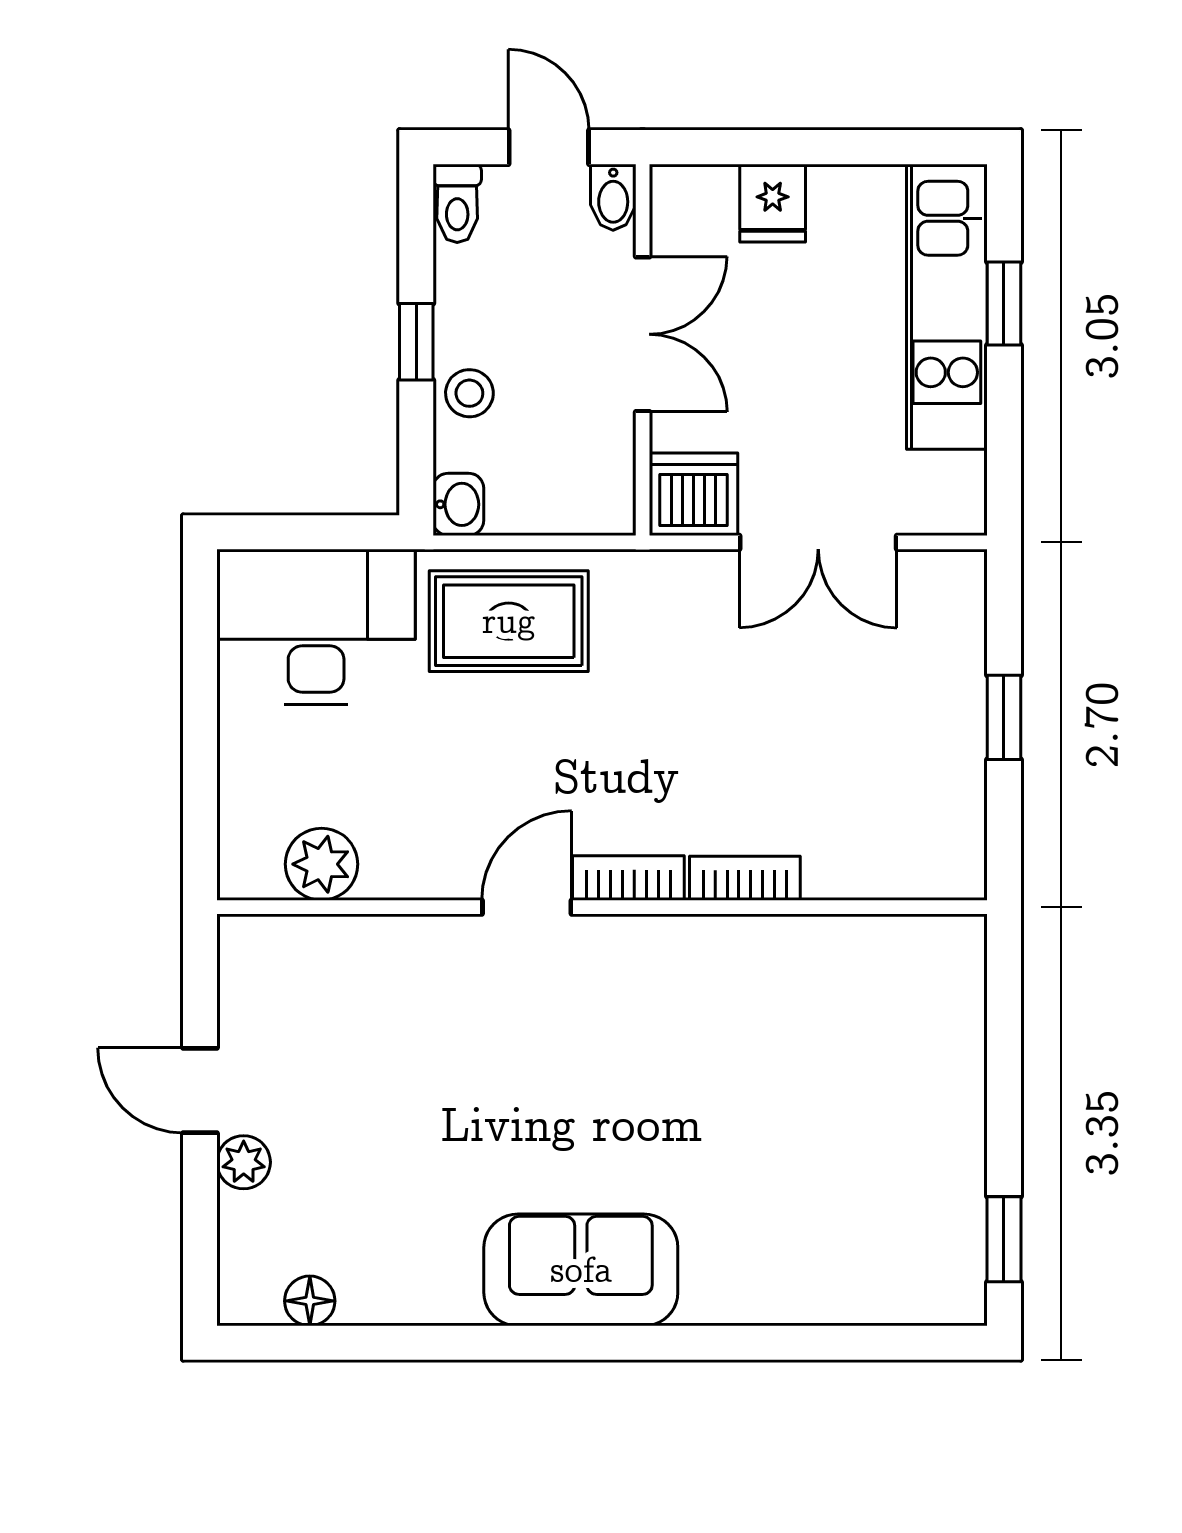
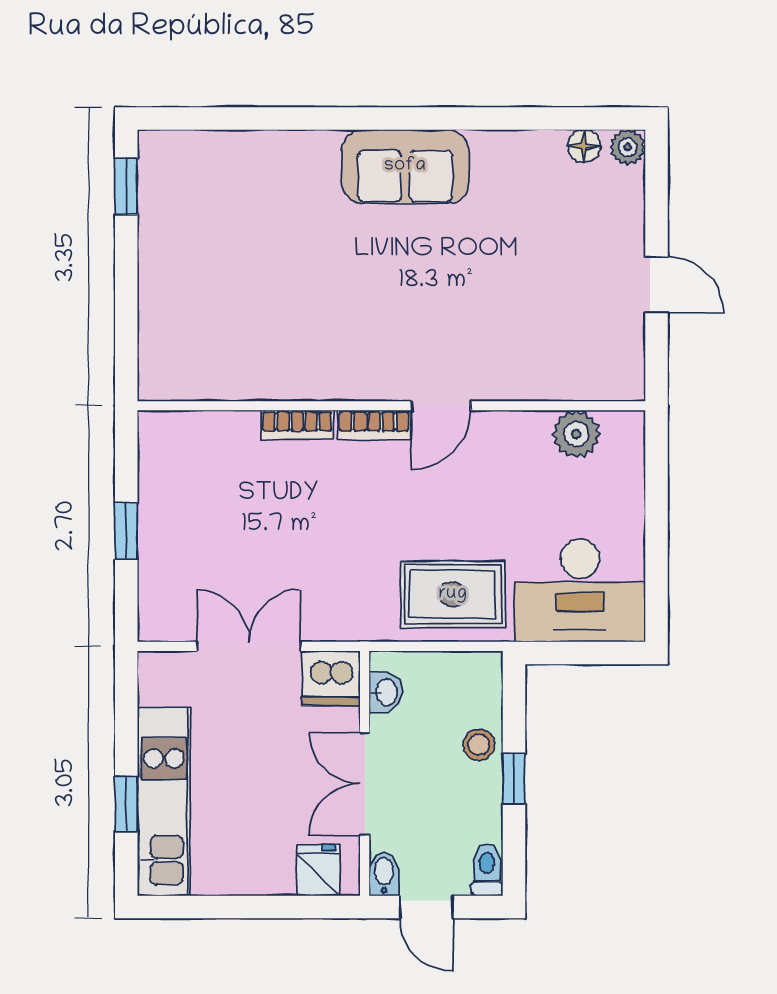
fridge: (773, 203) -> (318, 870), moved
washbasin: (458, 504) -> (386, 692), moved, turned 180
plant: (244, 1162) -> (628, 147), moved

